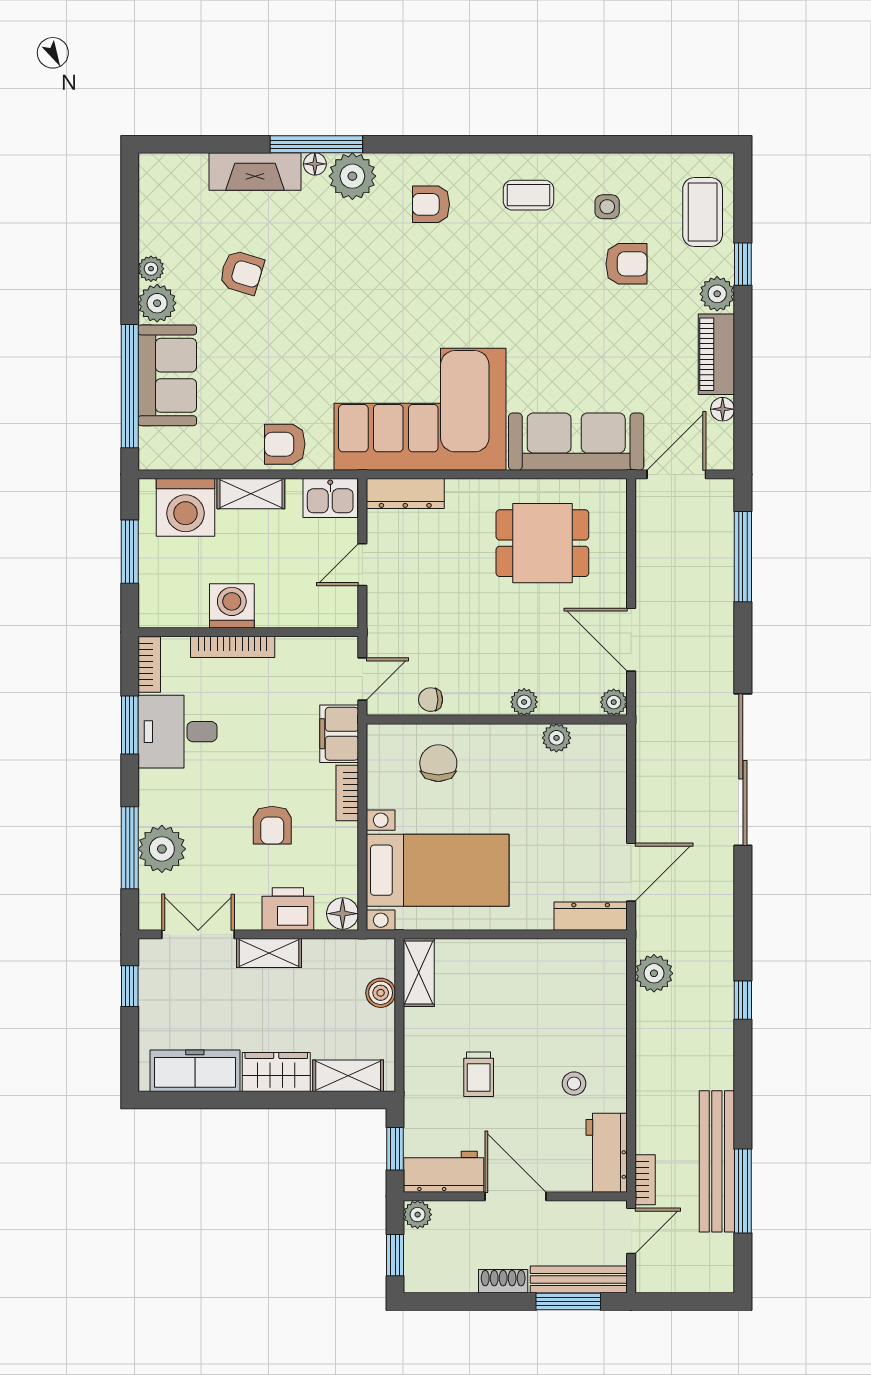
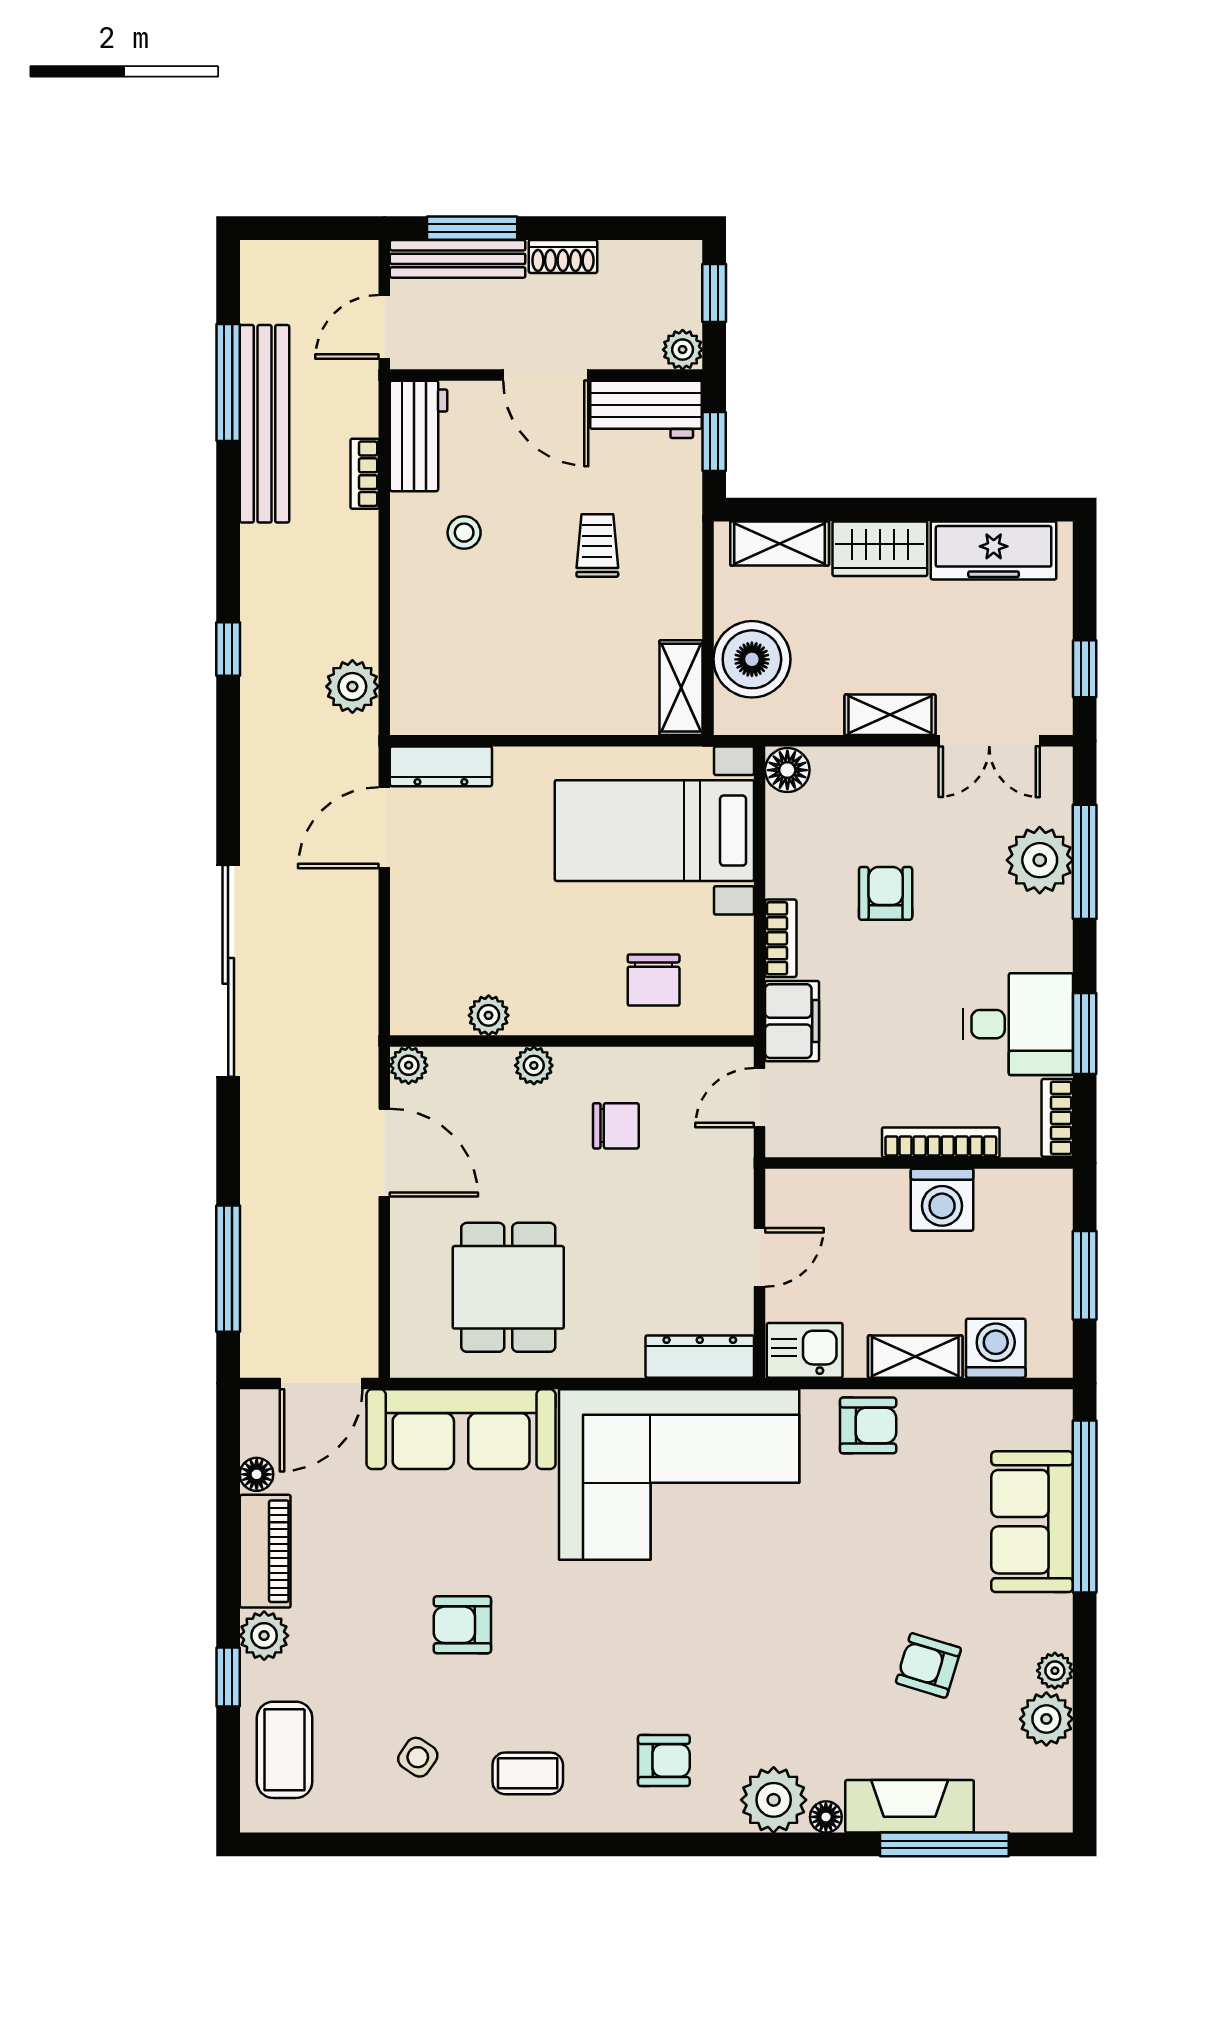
window: (316, 144) -> (944, 1844), moved
side table: (607, 207) -> (418, 1757), turned 34
armchair: (626, 264) -> (462, 1625), moved
plant: (157, 303) -> (1046, 1719), moved
washing machine: (186, 507) -> (996, 1348), width x0.73, depth x0.73
dining table: (542, 543) -> (508, 1287), turned 90
chair: (431, 700) -> (616, 1126), moved, width x1.37, depth x1.37
printer: (288, 909) -> (864, 776), removed
boiler: (381, 993) -> (752, 659), width x1.86, depth x1.86
bookcase: (645, 1180) -> (365, 474), moved

